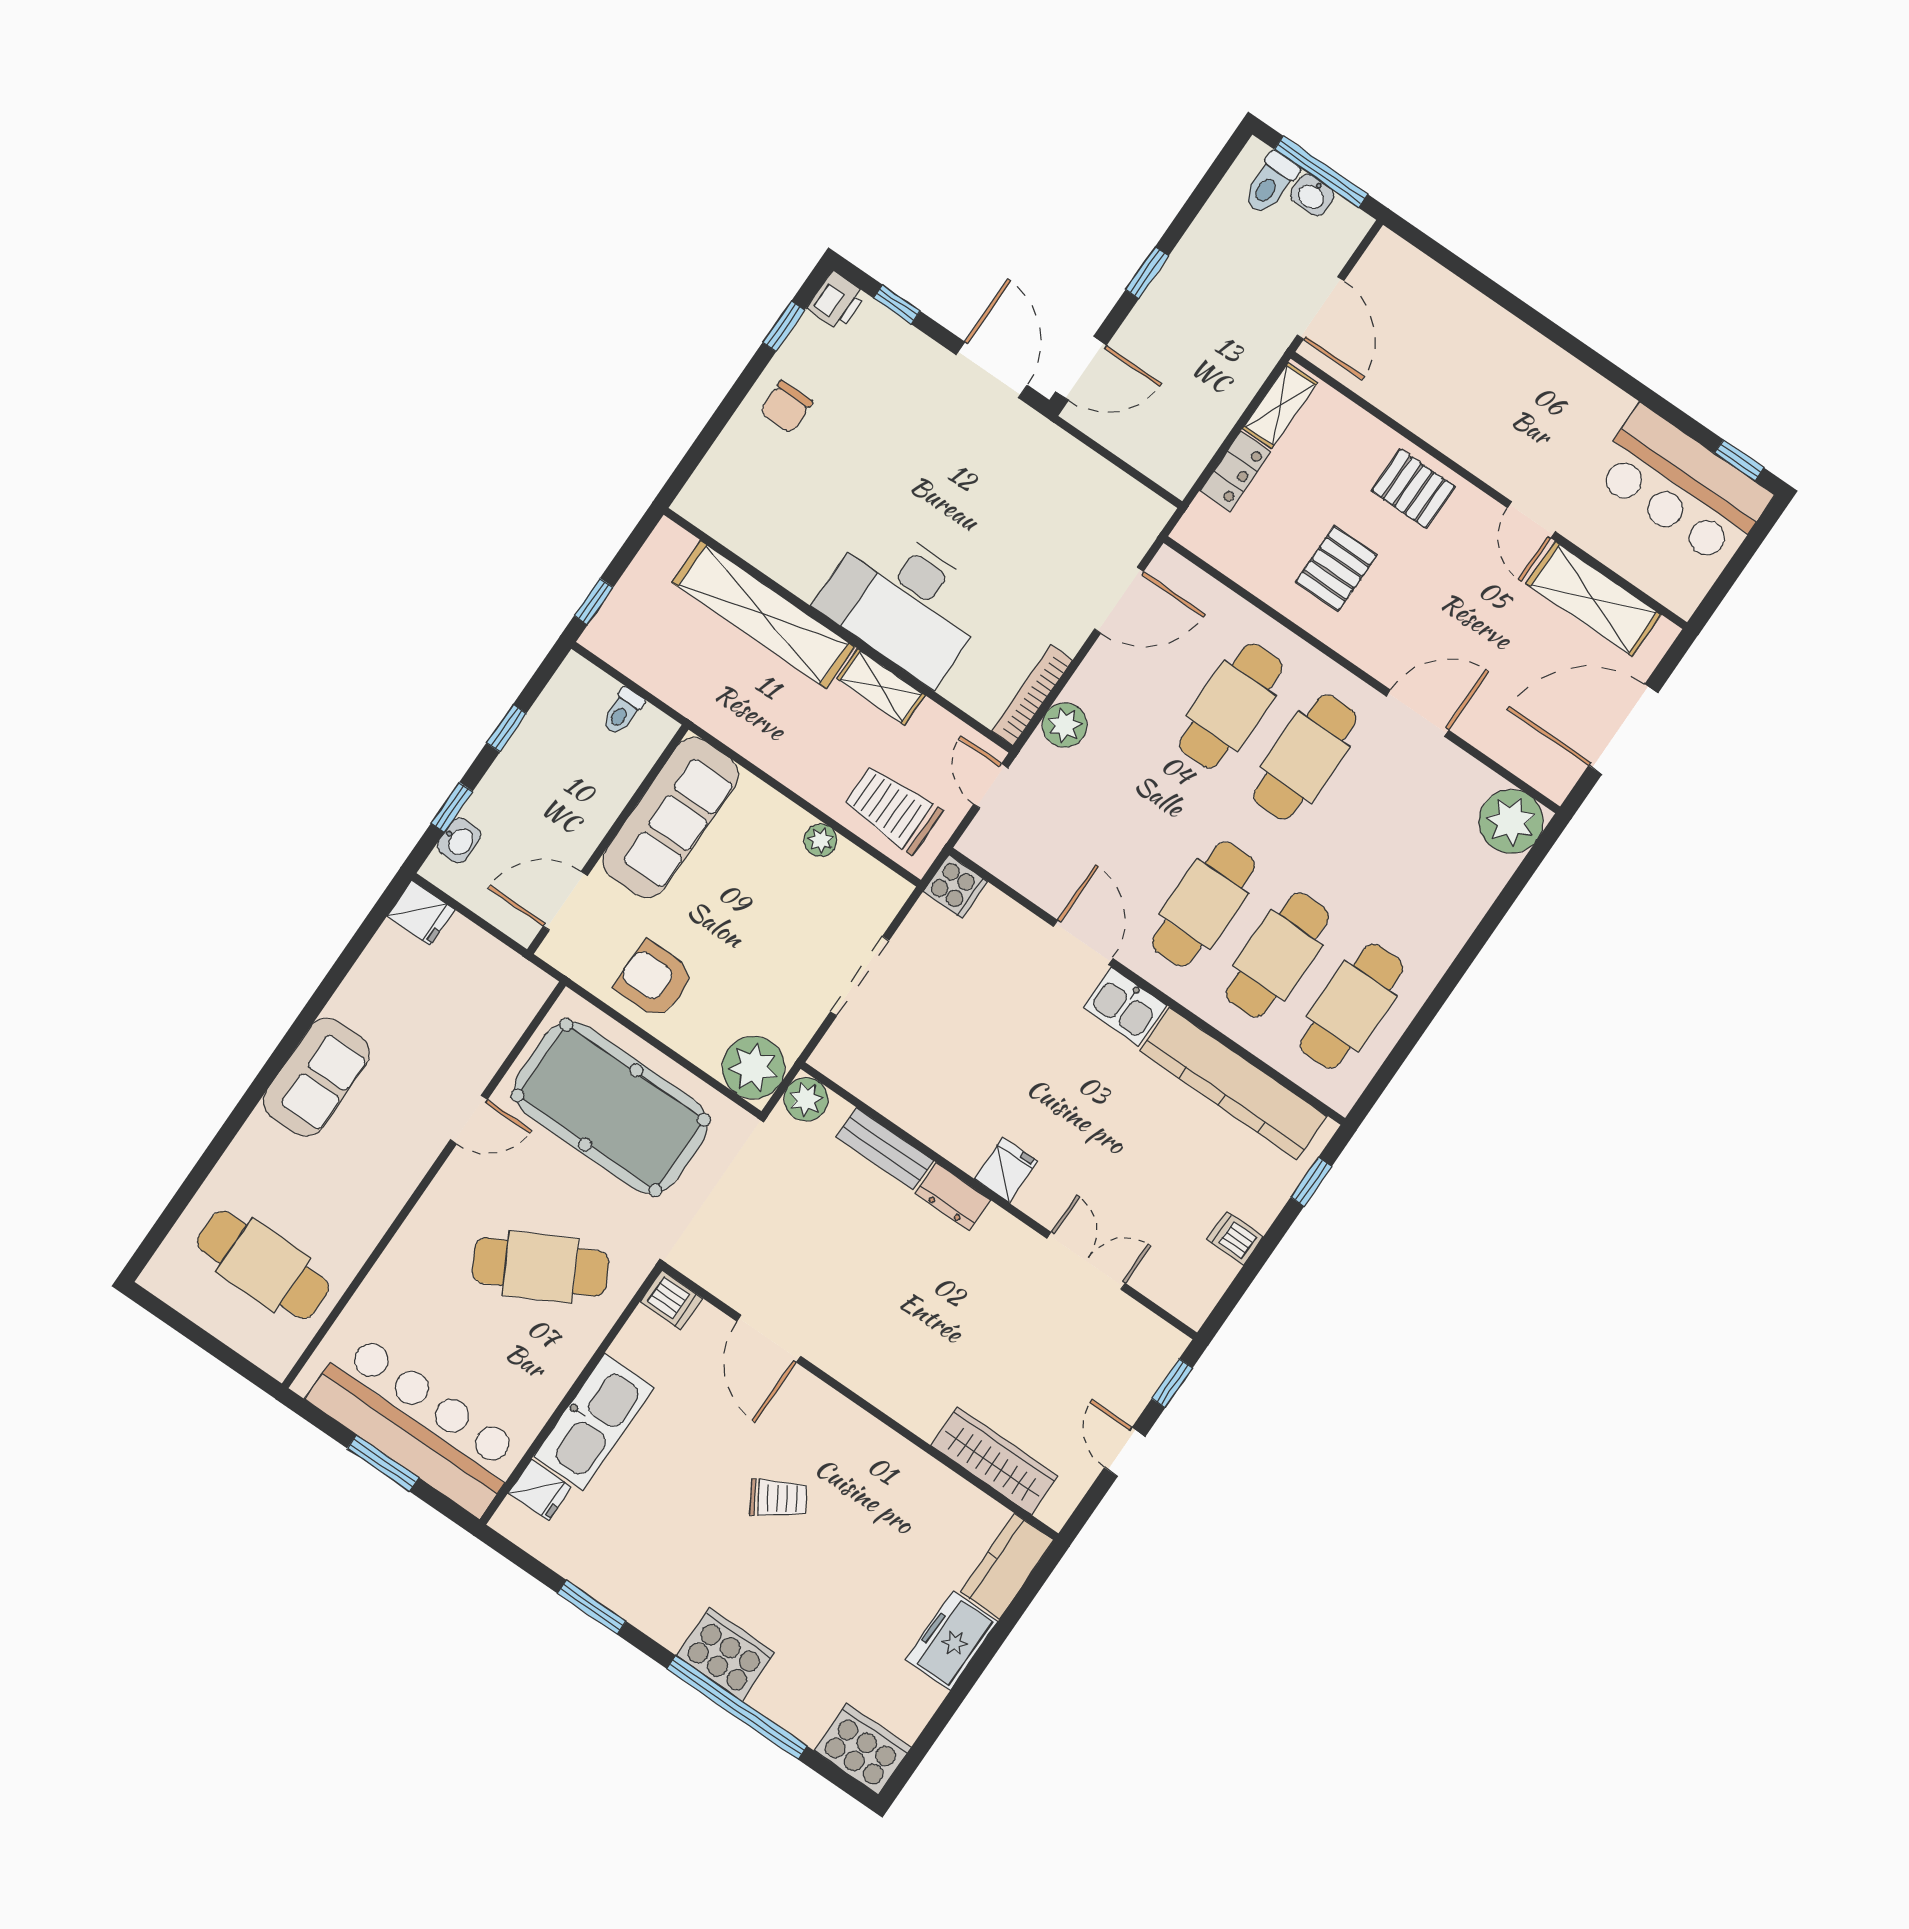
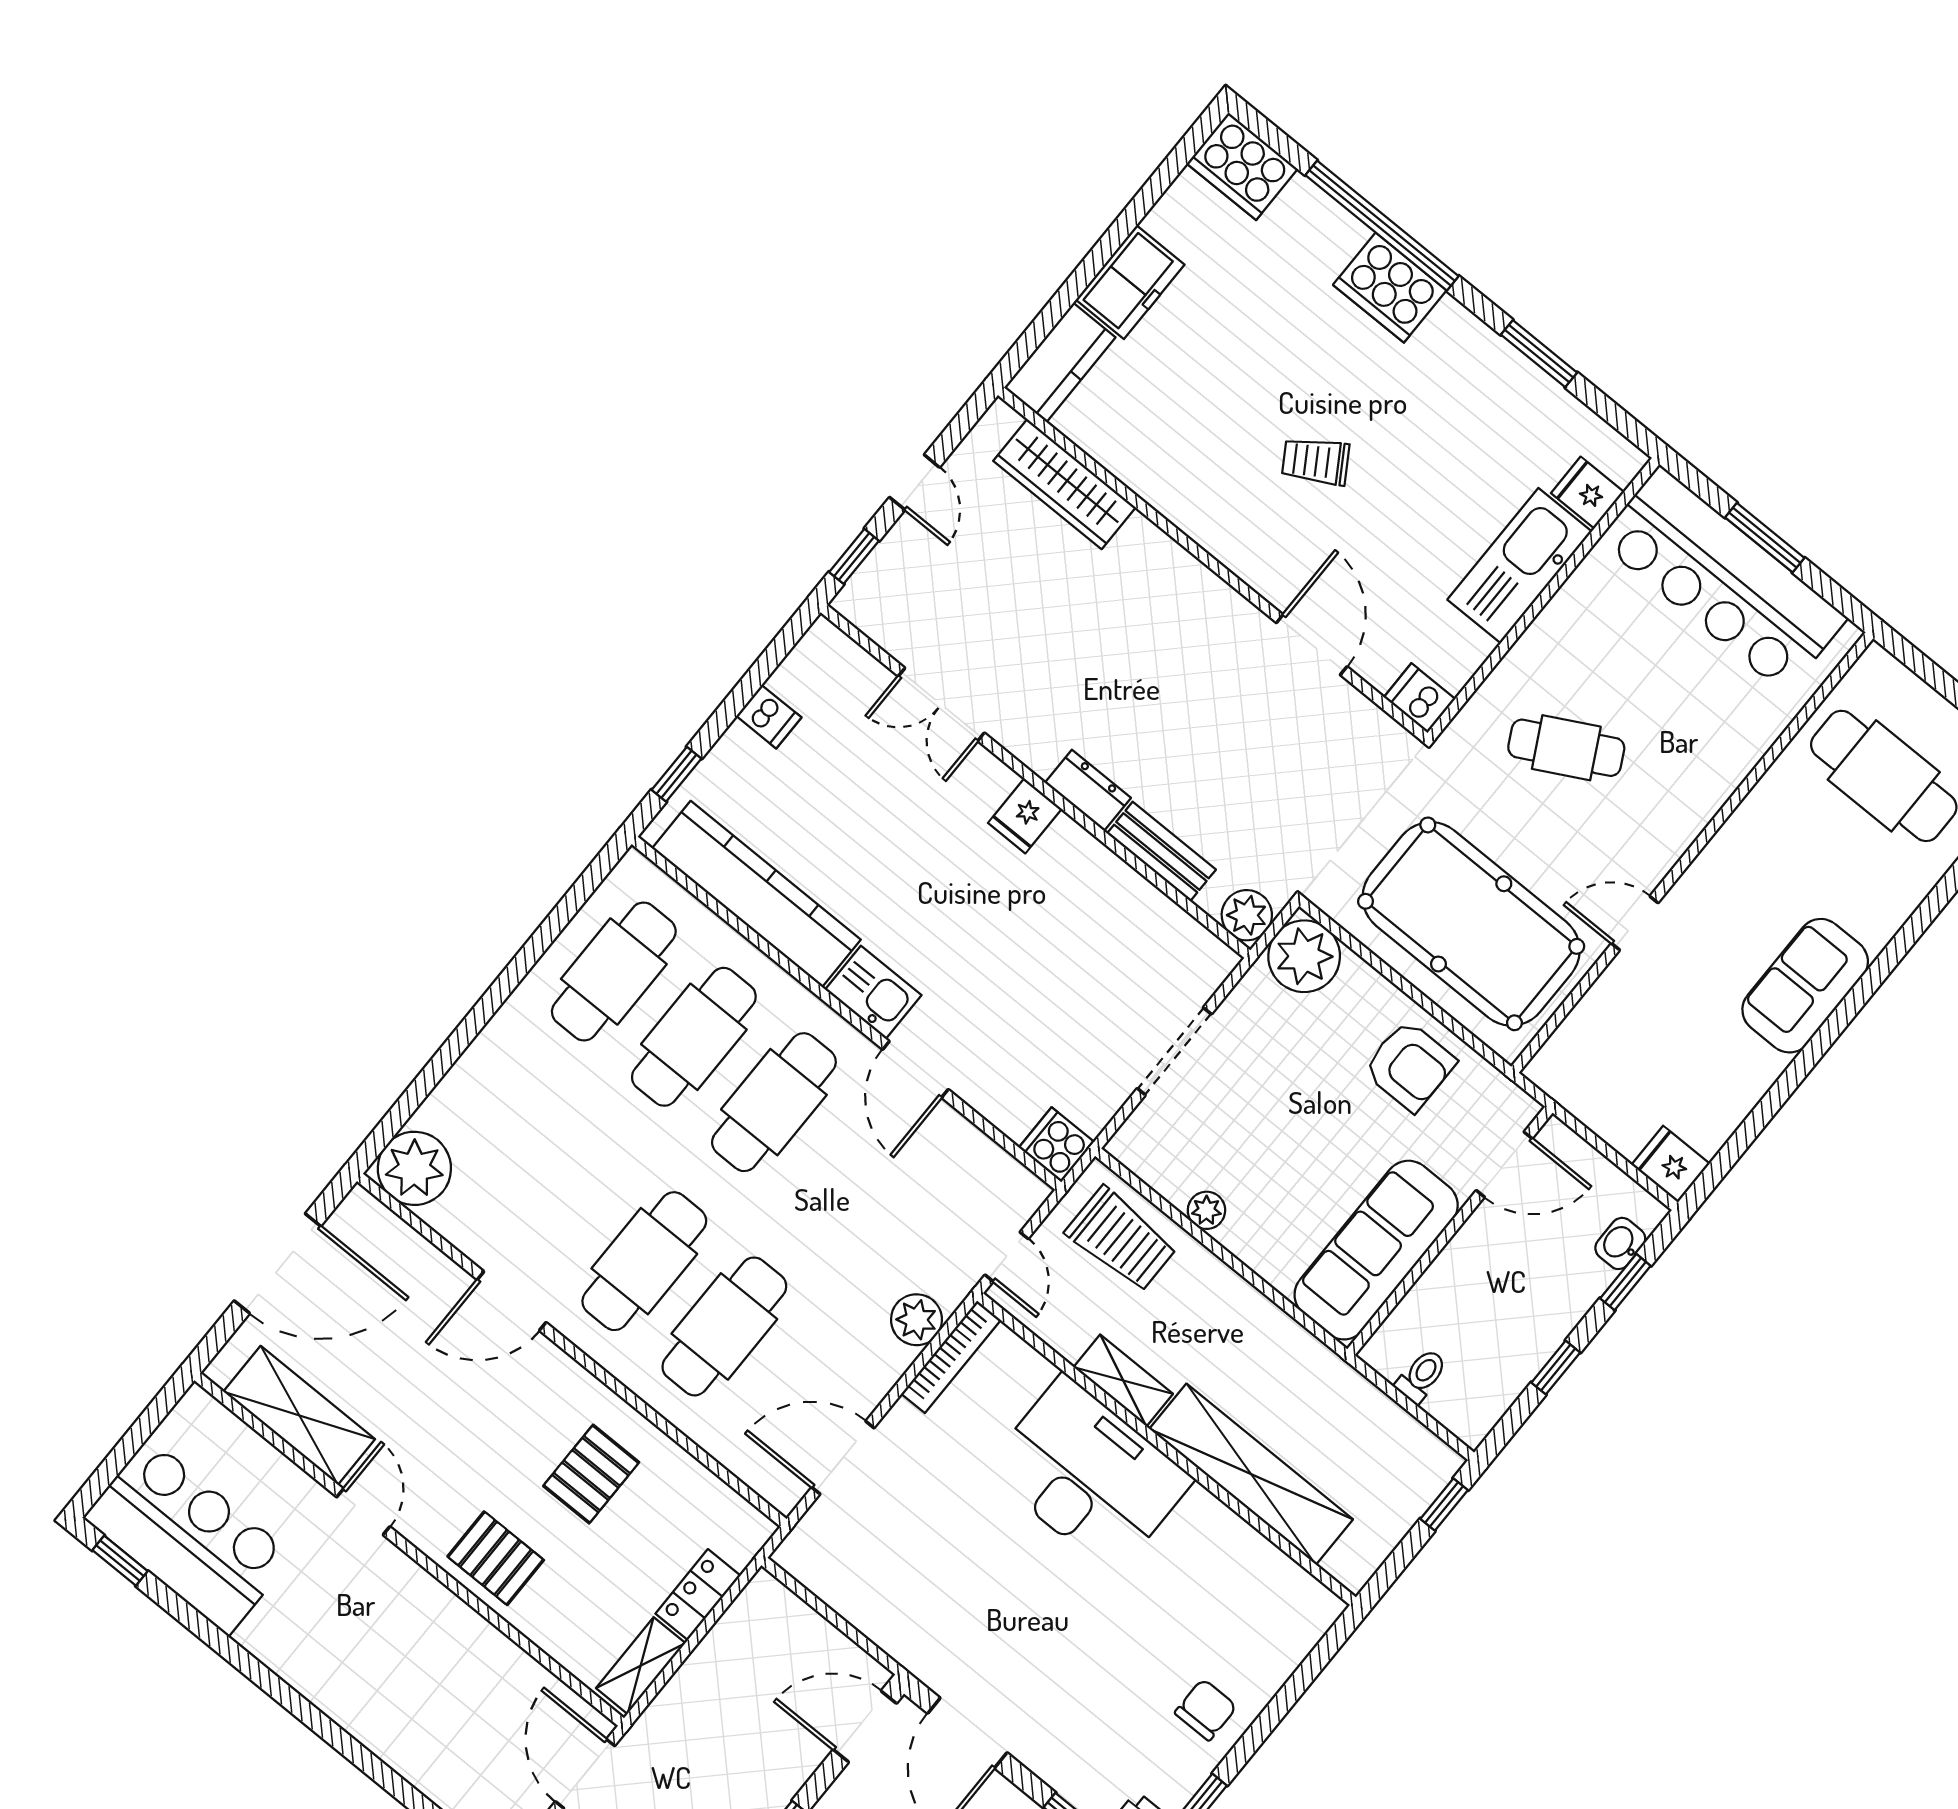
cafe table: (540, 1267) -> (1566, 748), width x0.73, depth x0.74

